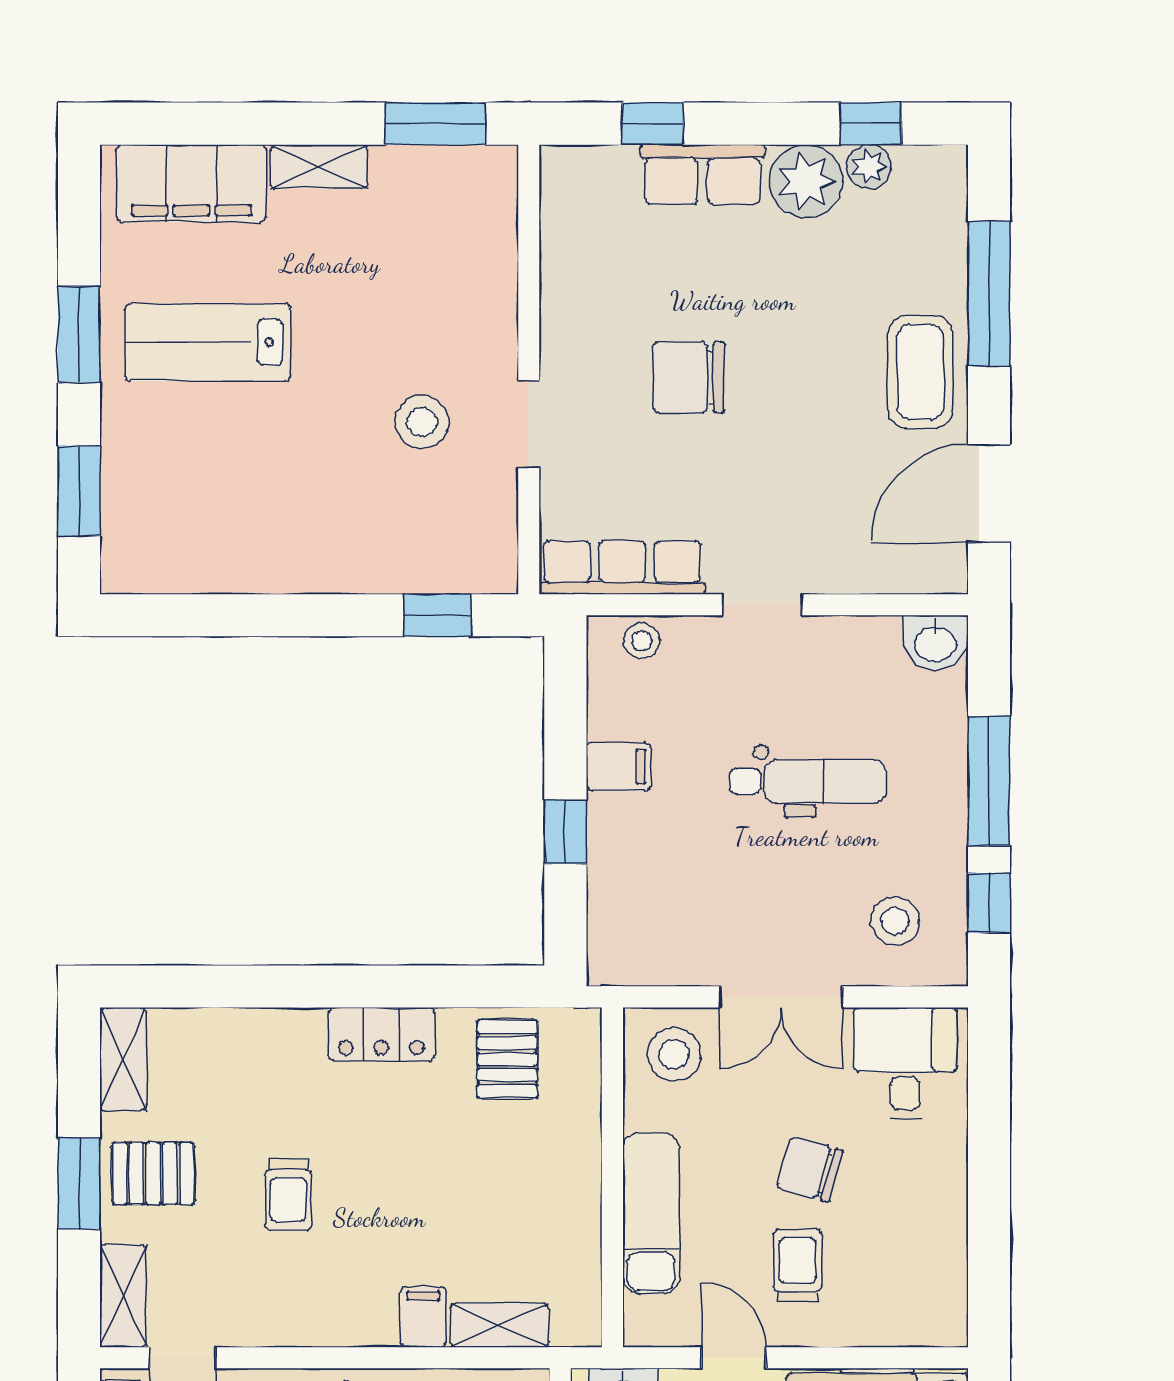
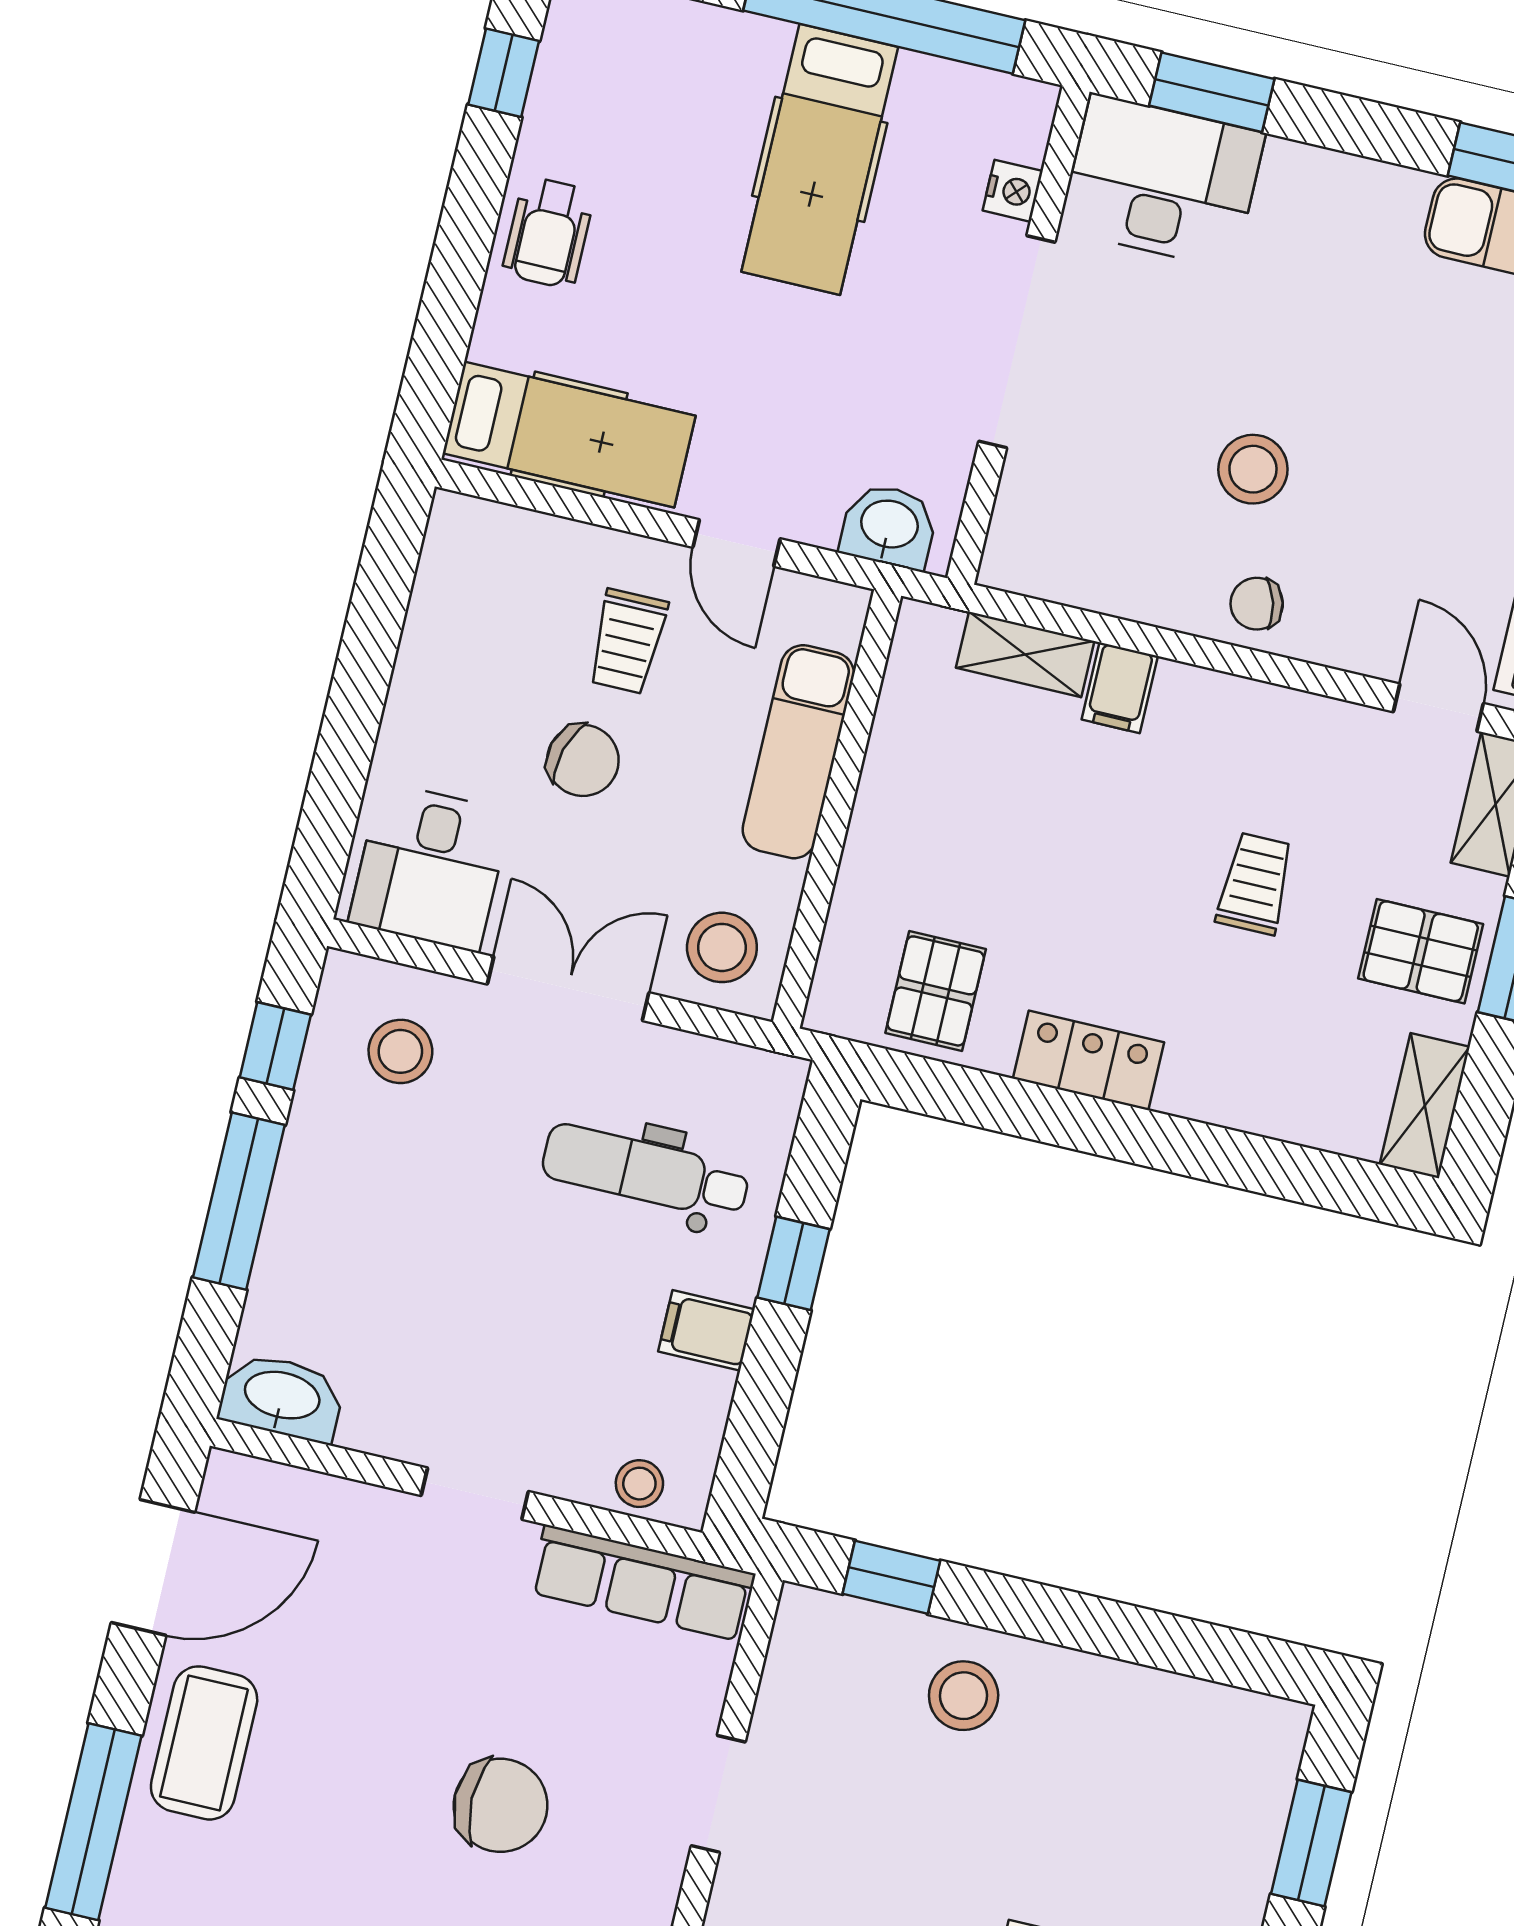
stool: (422, 422) -> (964, 1696), moved
washbasin: (935, 643) -> (282, 1397), width x1.38
dental chair: (808, 781) -> (646, 1172), moved

